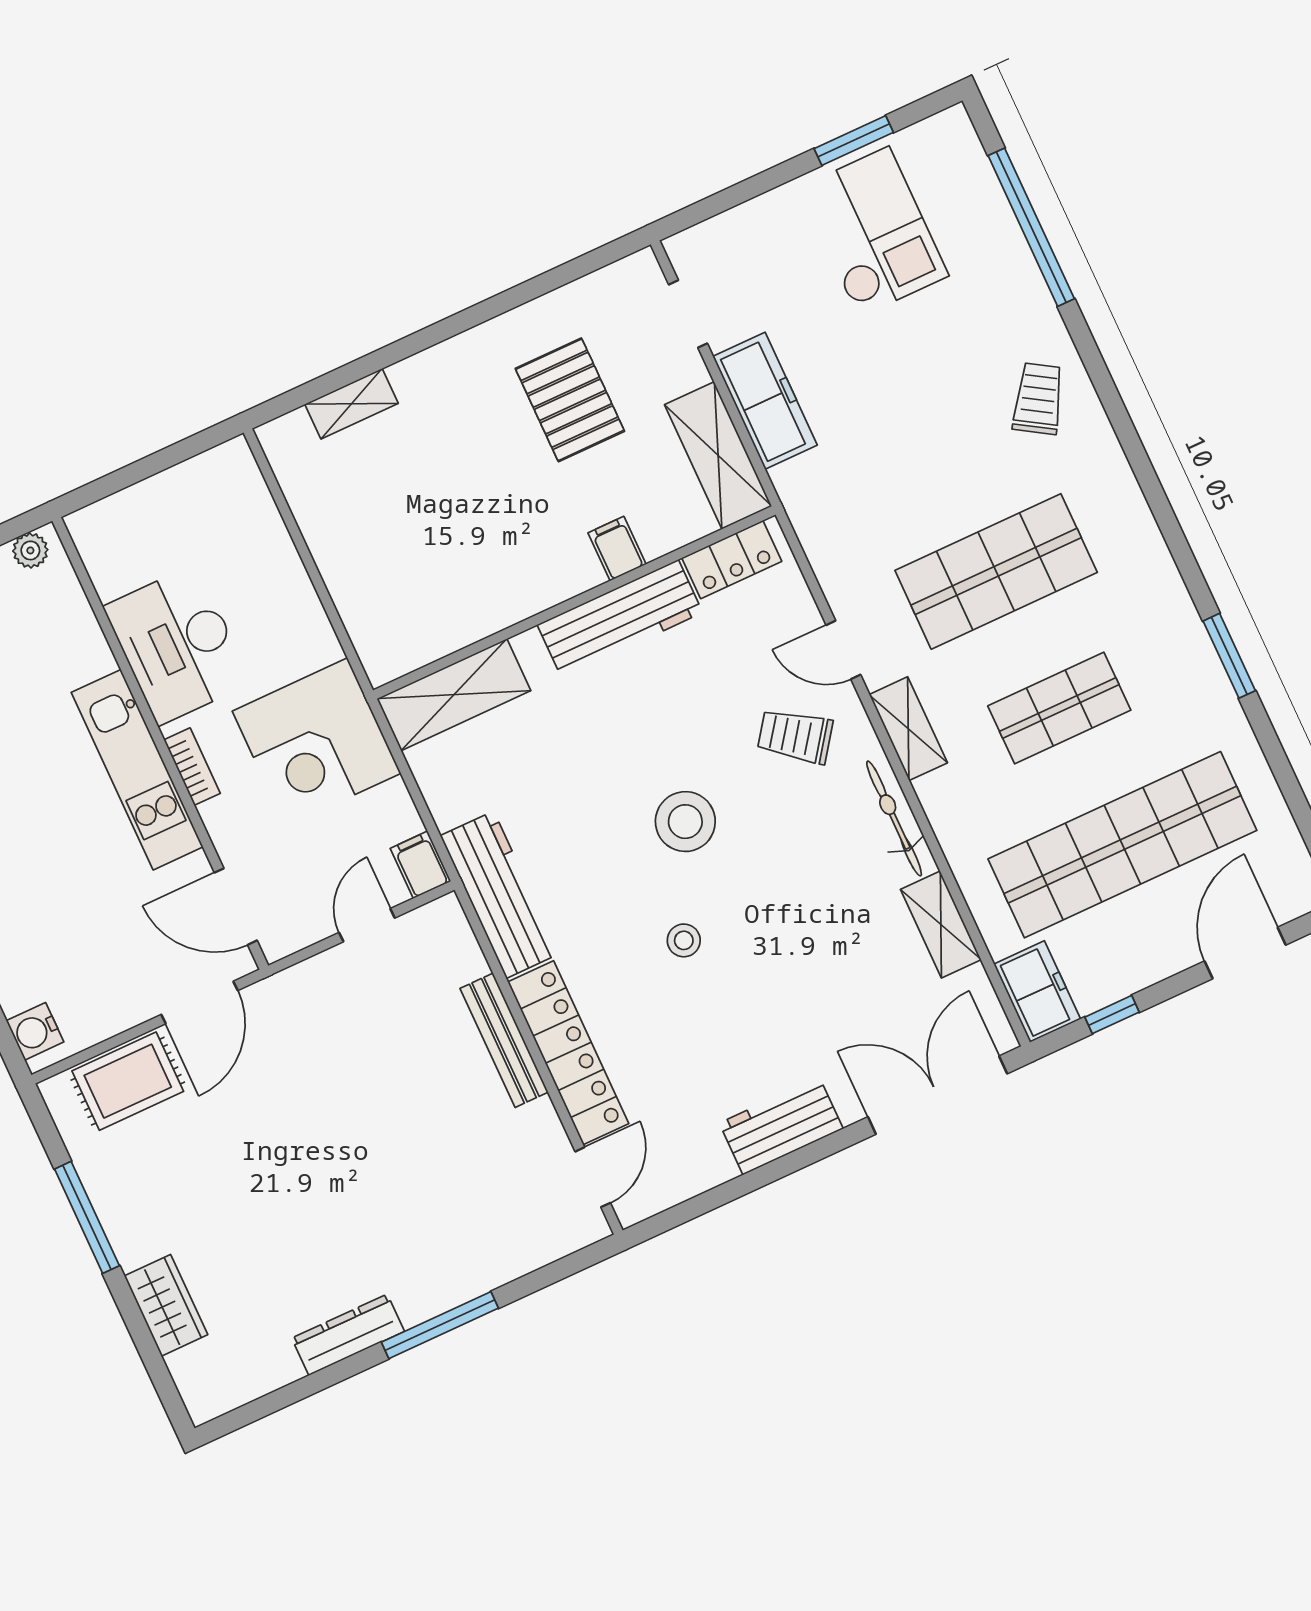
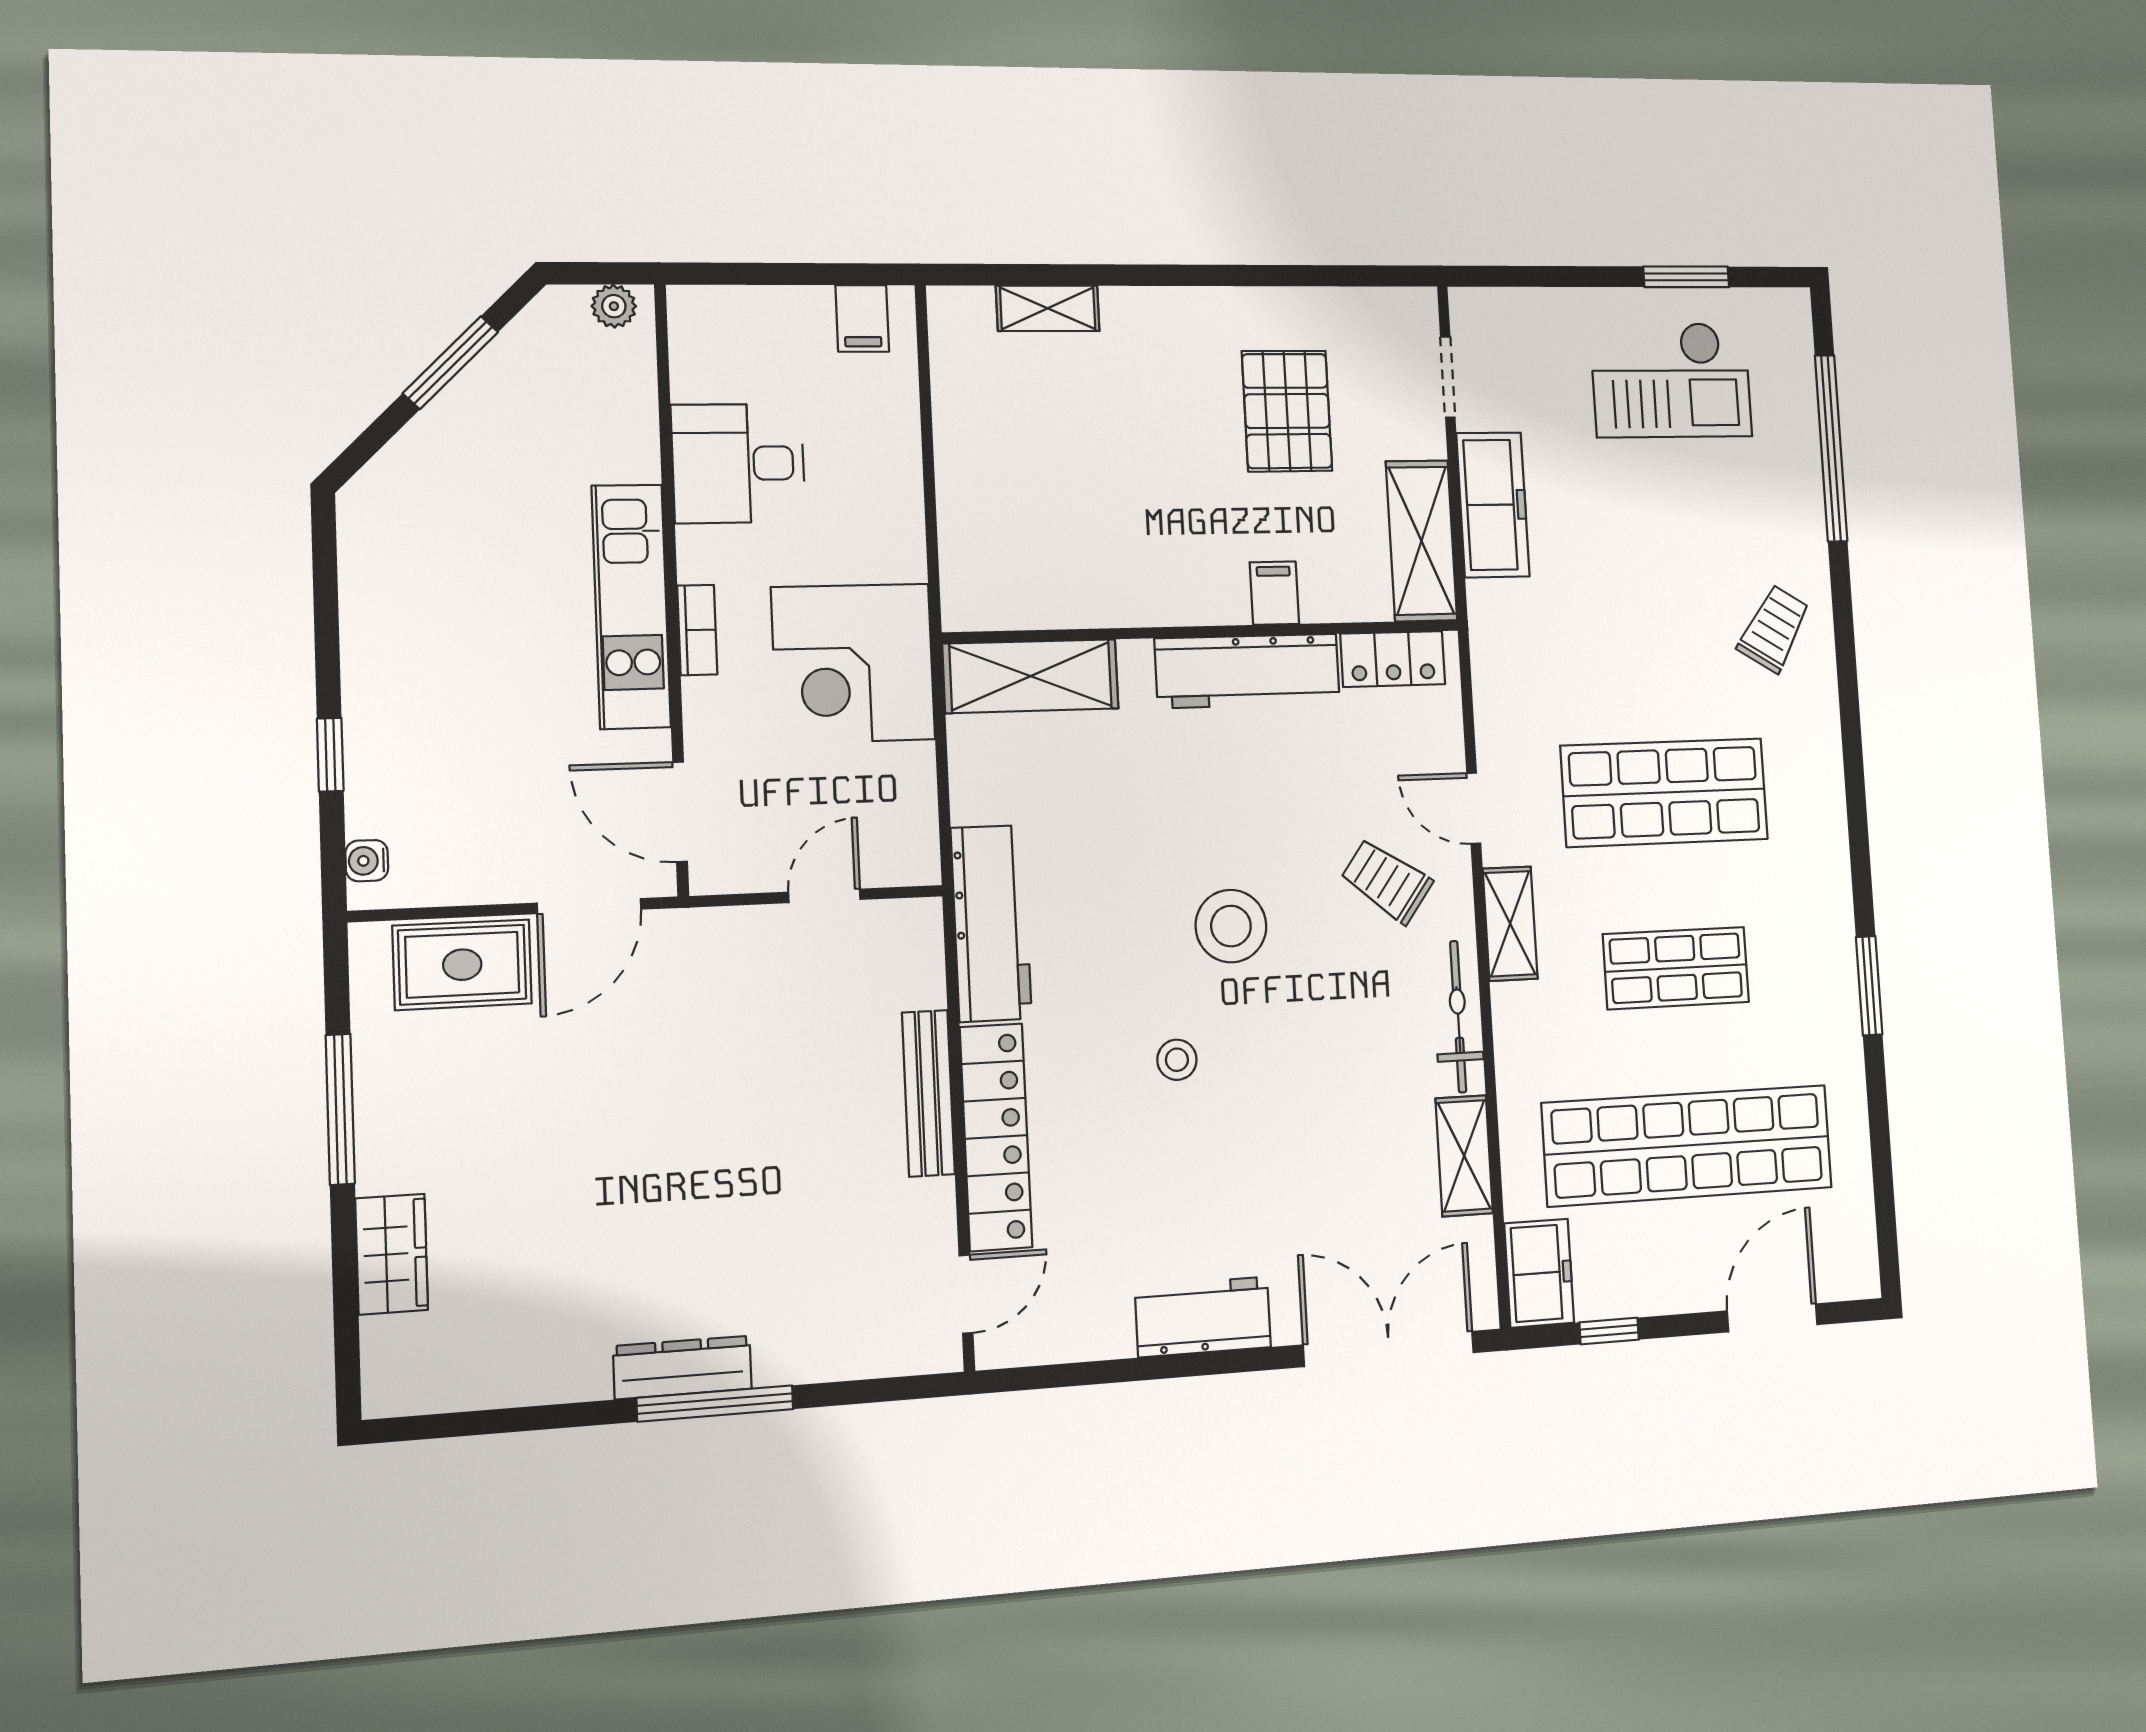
checkout: (874, 232) -> (1671, 380), turned 90
desk: (177, 645) -> (738, 463), width x0.73
filing cabinet: (420, 865) -> (862, 318), moved, turned 180
water cooler: (35, 1031) -> (367, 861), width x0.72, depth x0.72
dresser: (348, 1335) -> (683, 1367), moved

